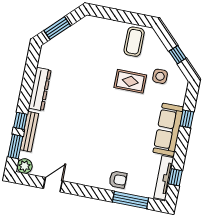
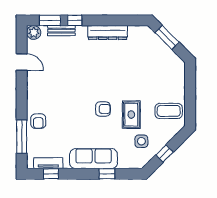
armchair: (119, 110) -> (103, 109), added
bench: (29, 132) -> (61, 31), width x0.73
tv unit: (164, 178) -> (48, 163), width x0.71

